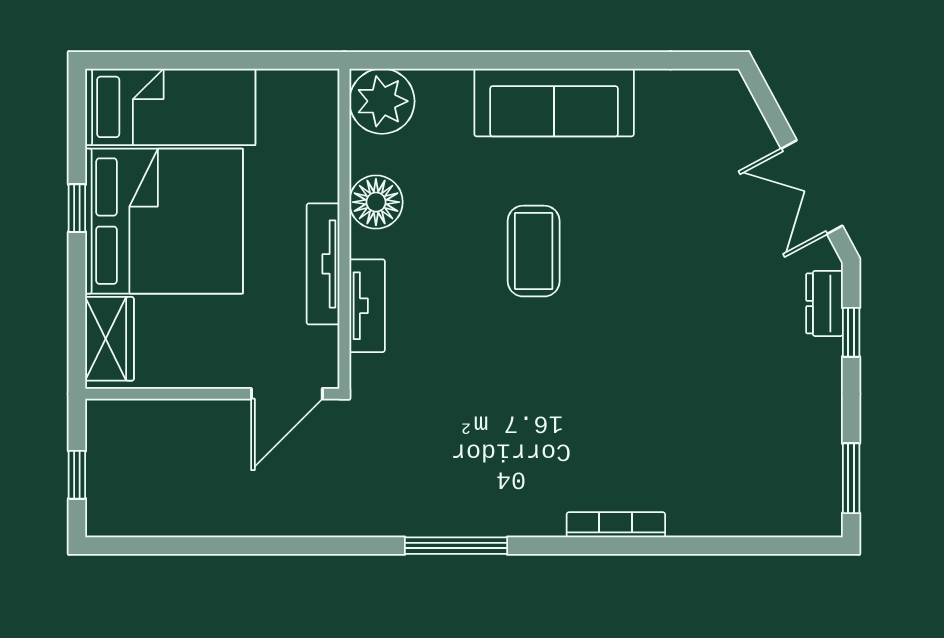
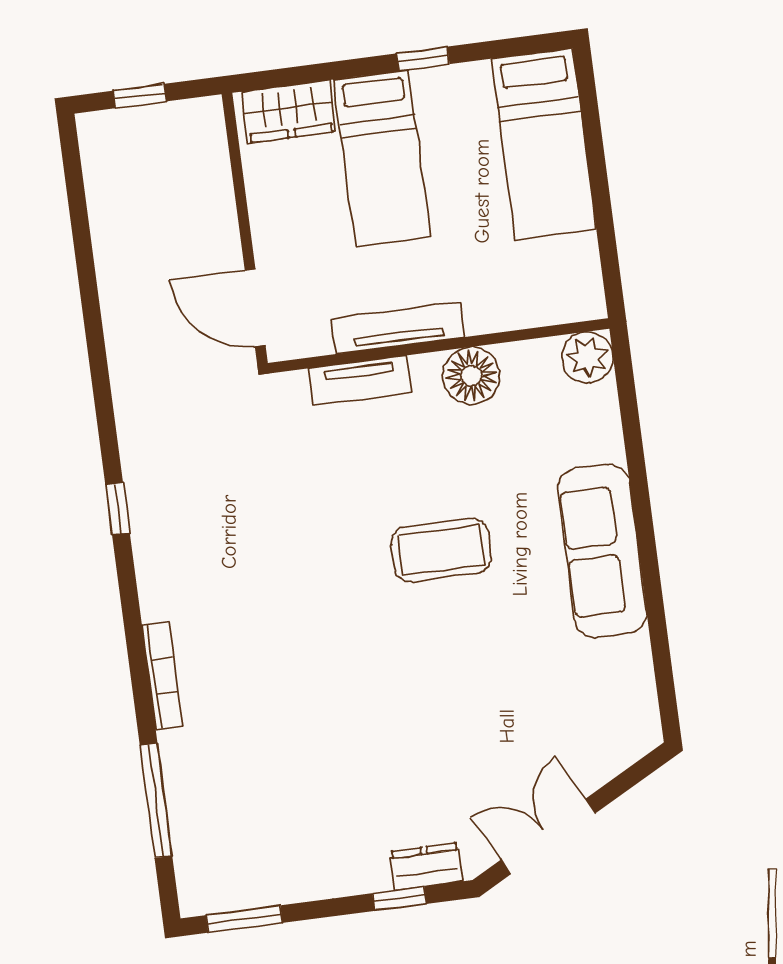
plant: (382, 101) -> (587, 357), width x0.73, depth x0.73
bed: (164, 221) -> (382, 158), width x0.49
window: (456, 546) -> (118, 509), width x0.46
window: (731, 546) -> (156, 801), added

